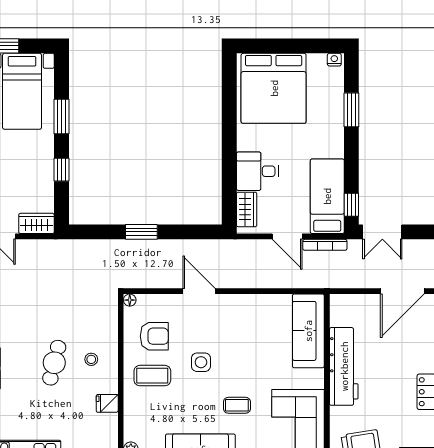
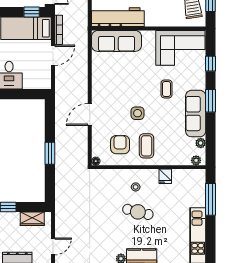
wardrobe: (247, 209) -> (35, 82), removed
wardrobe: (37, 223) -> (32, 219), moved, turned -90
workbench: (344, 366) -> (118, 17), moved

